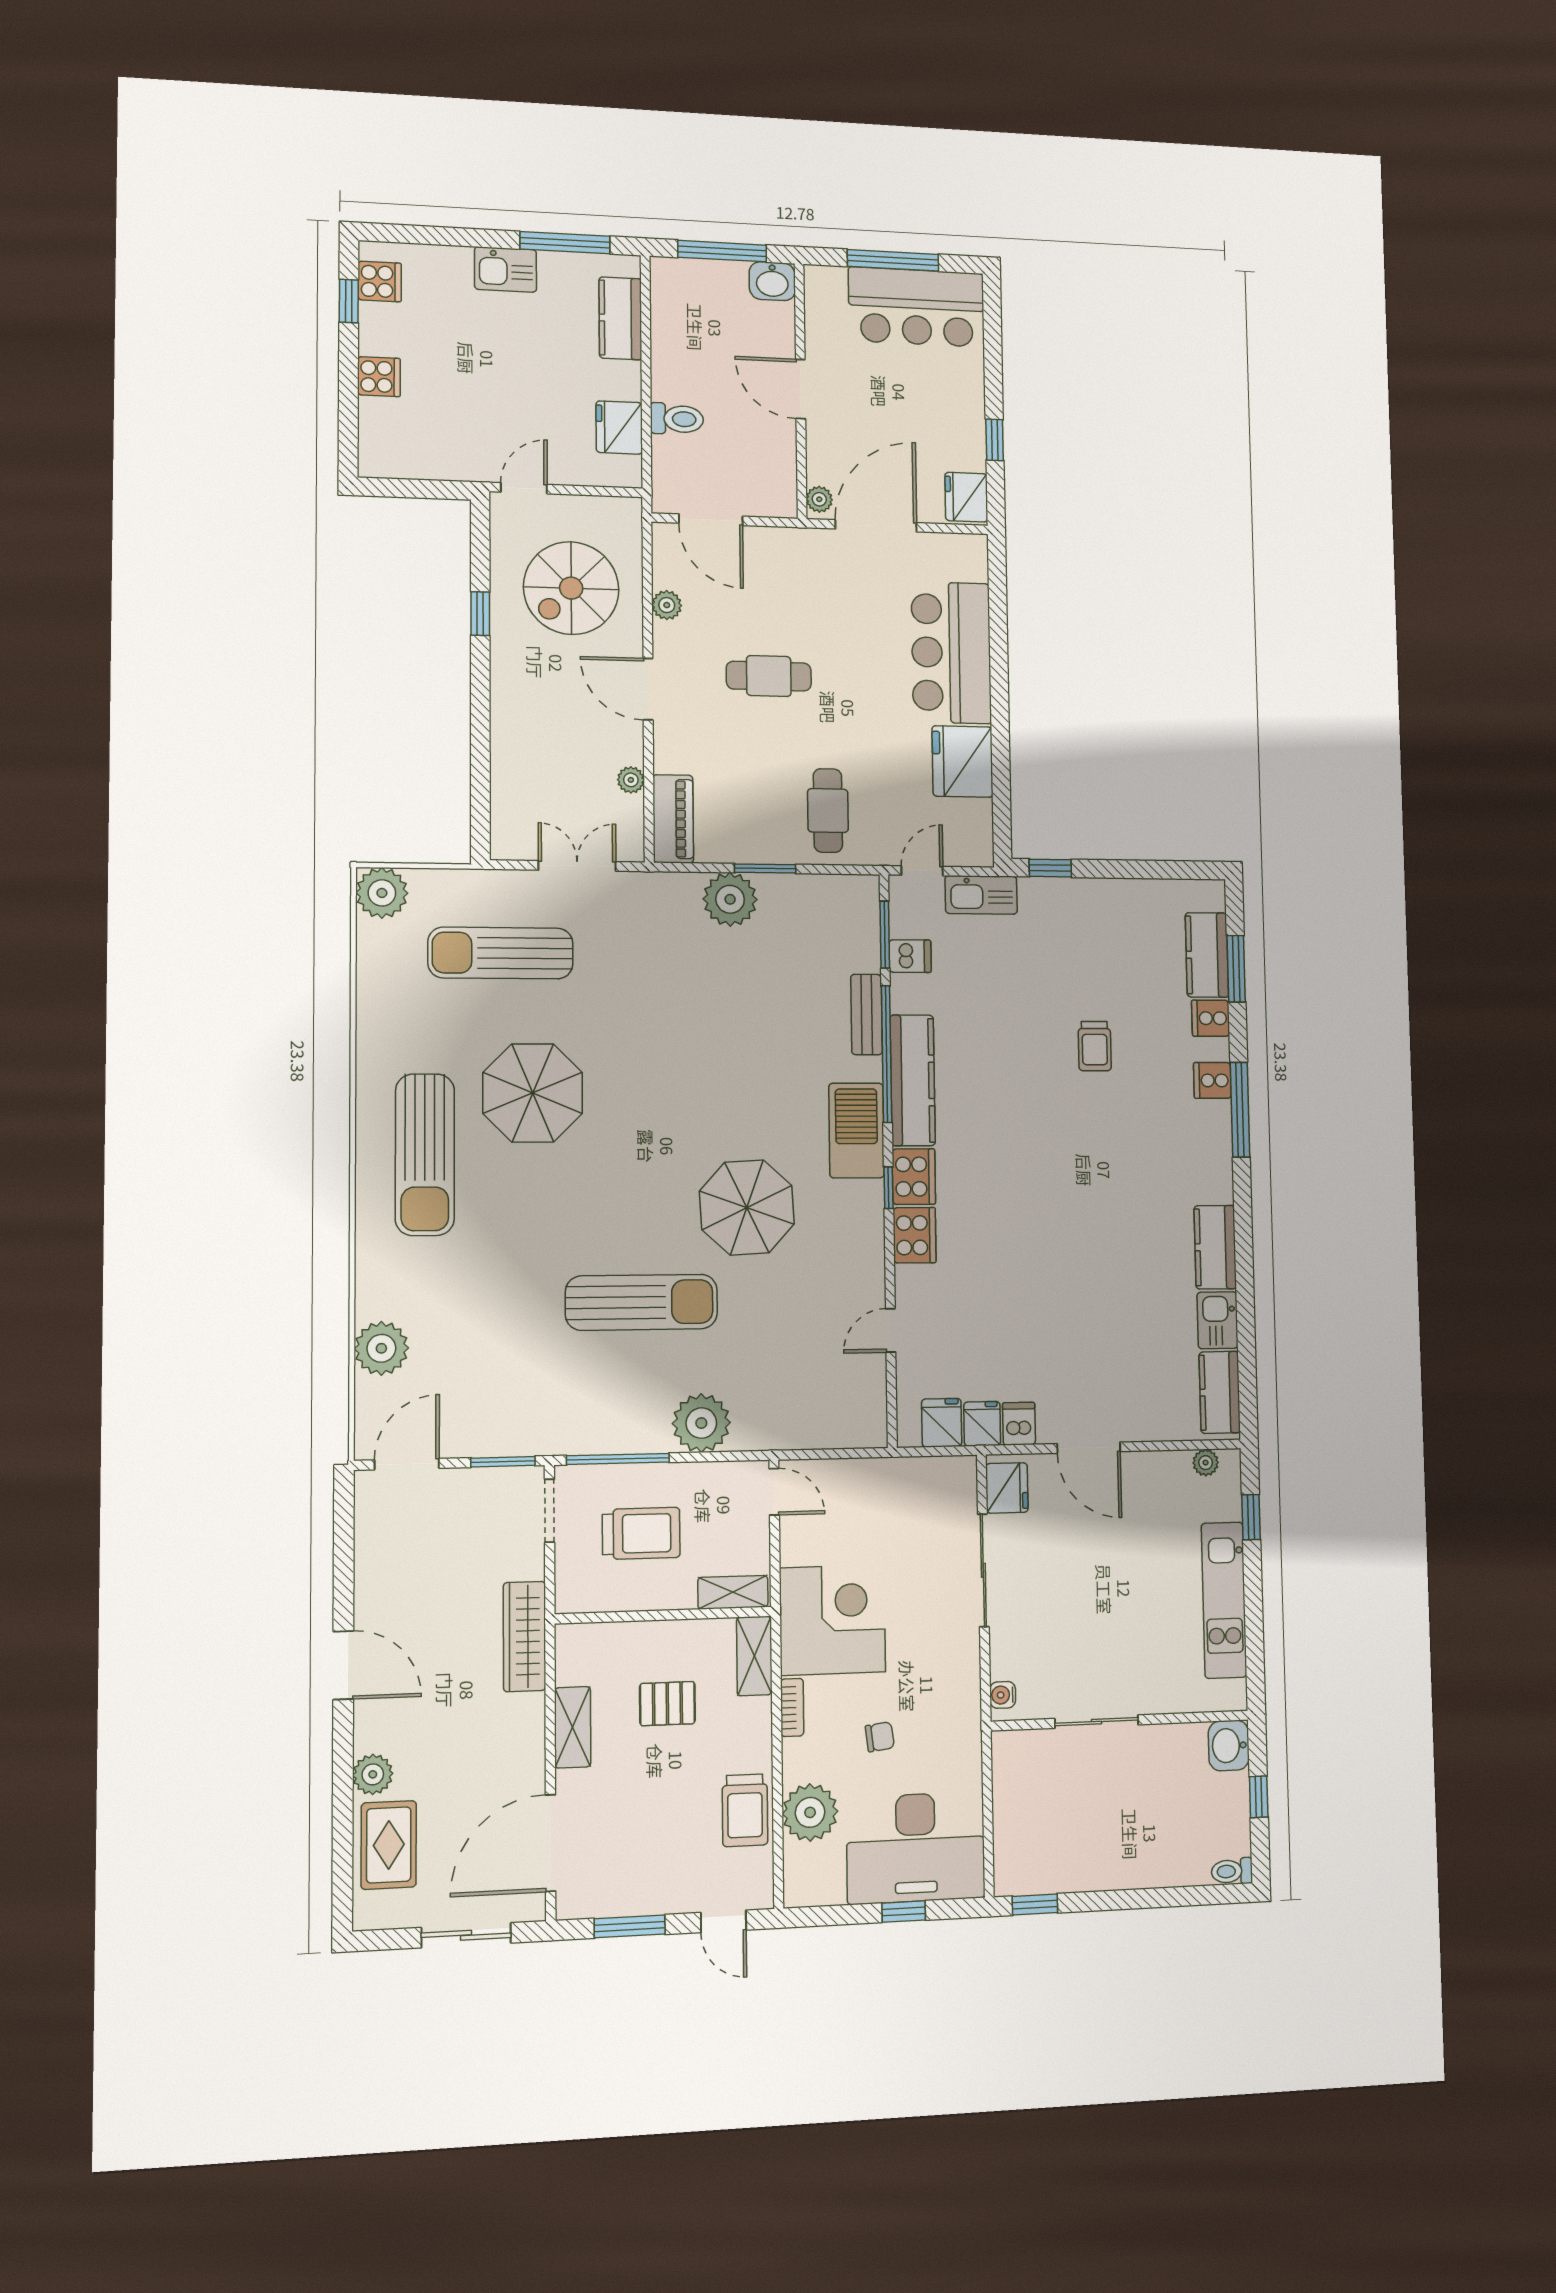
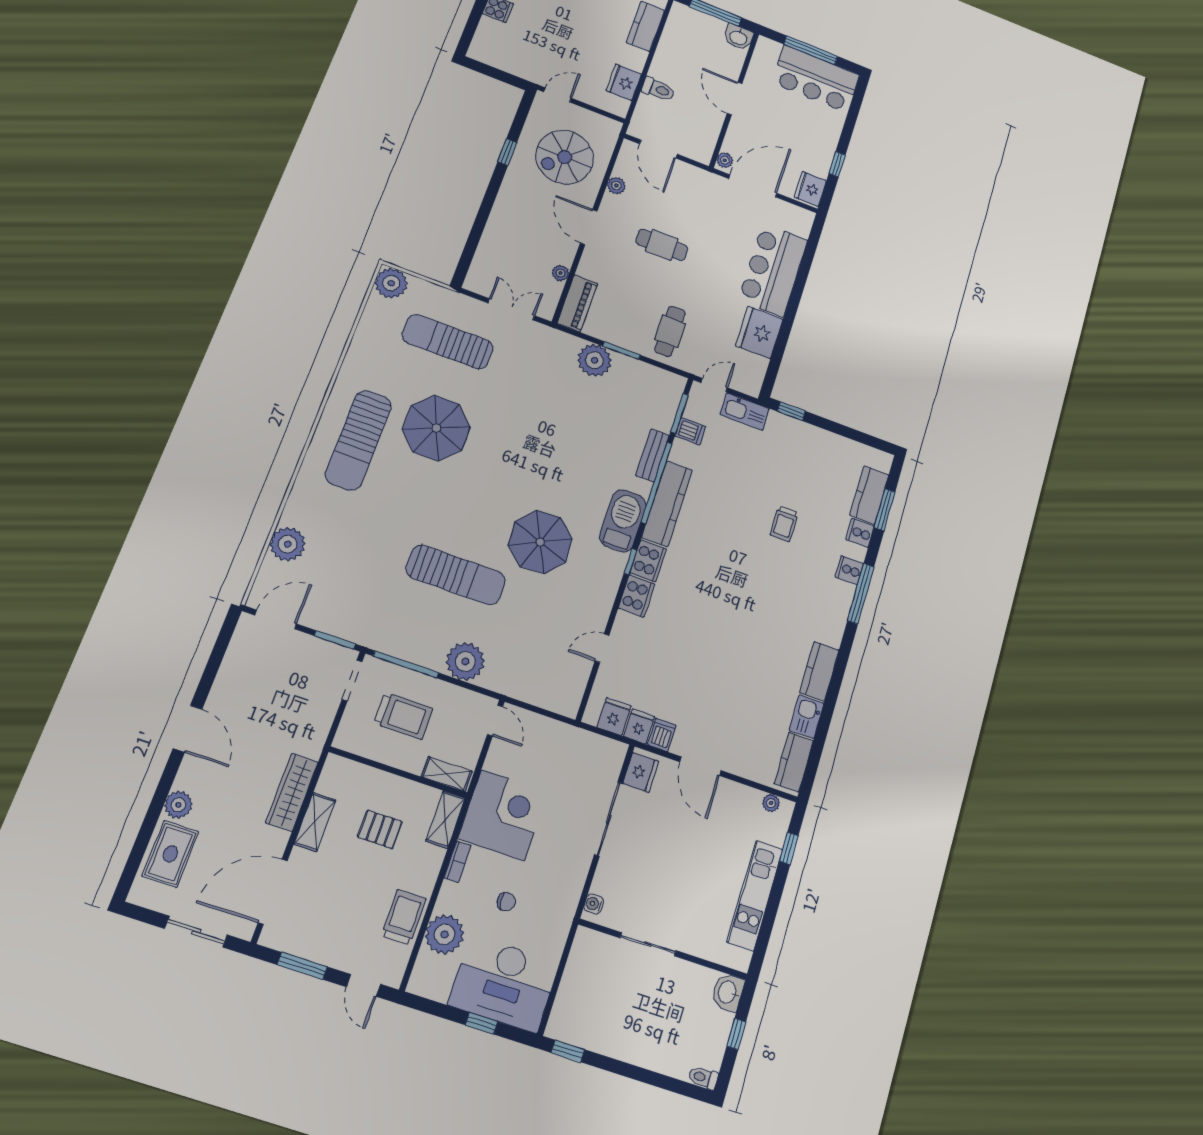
wardrobe: (524, 1636) -> (292, 792), moved
trolley: (745, 1810) -> (404, 917), turned 180

